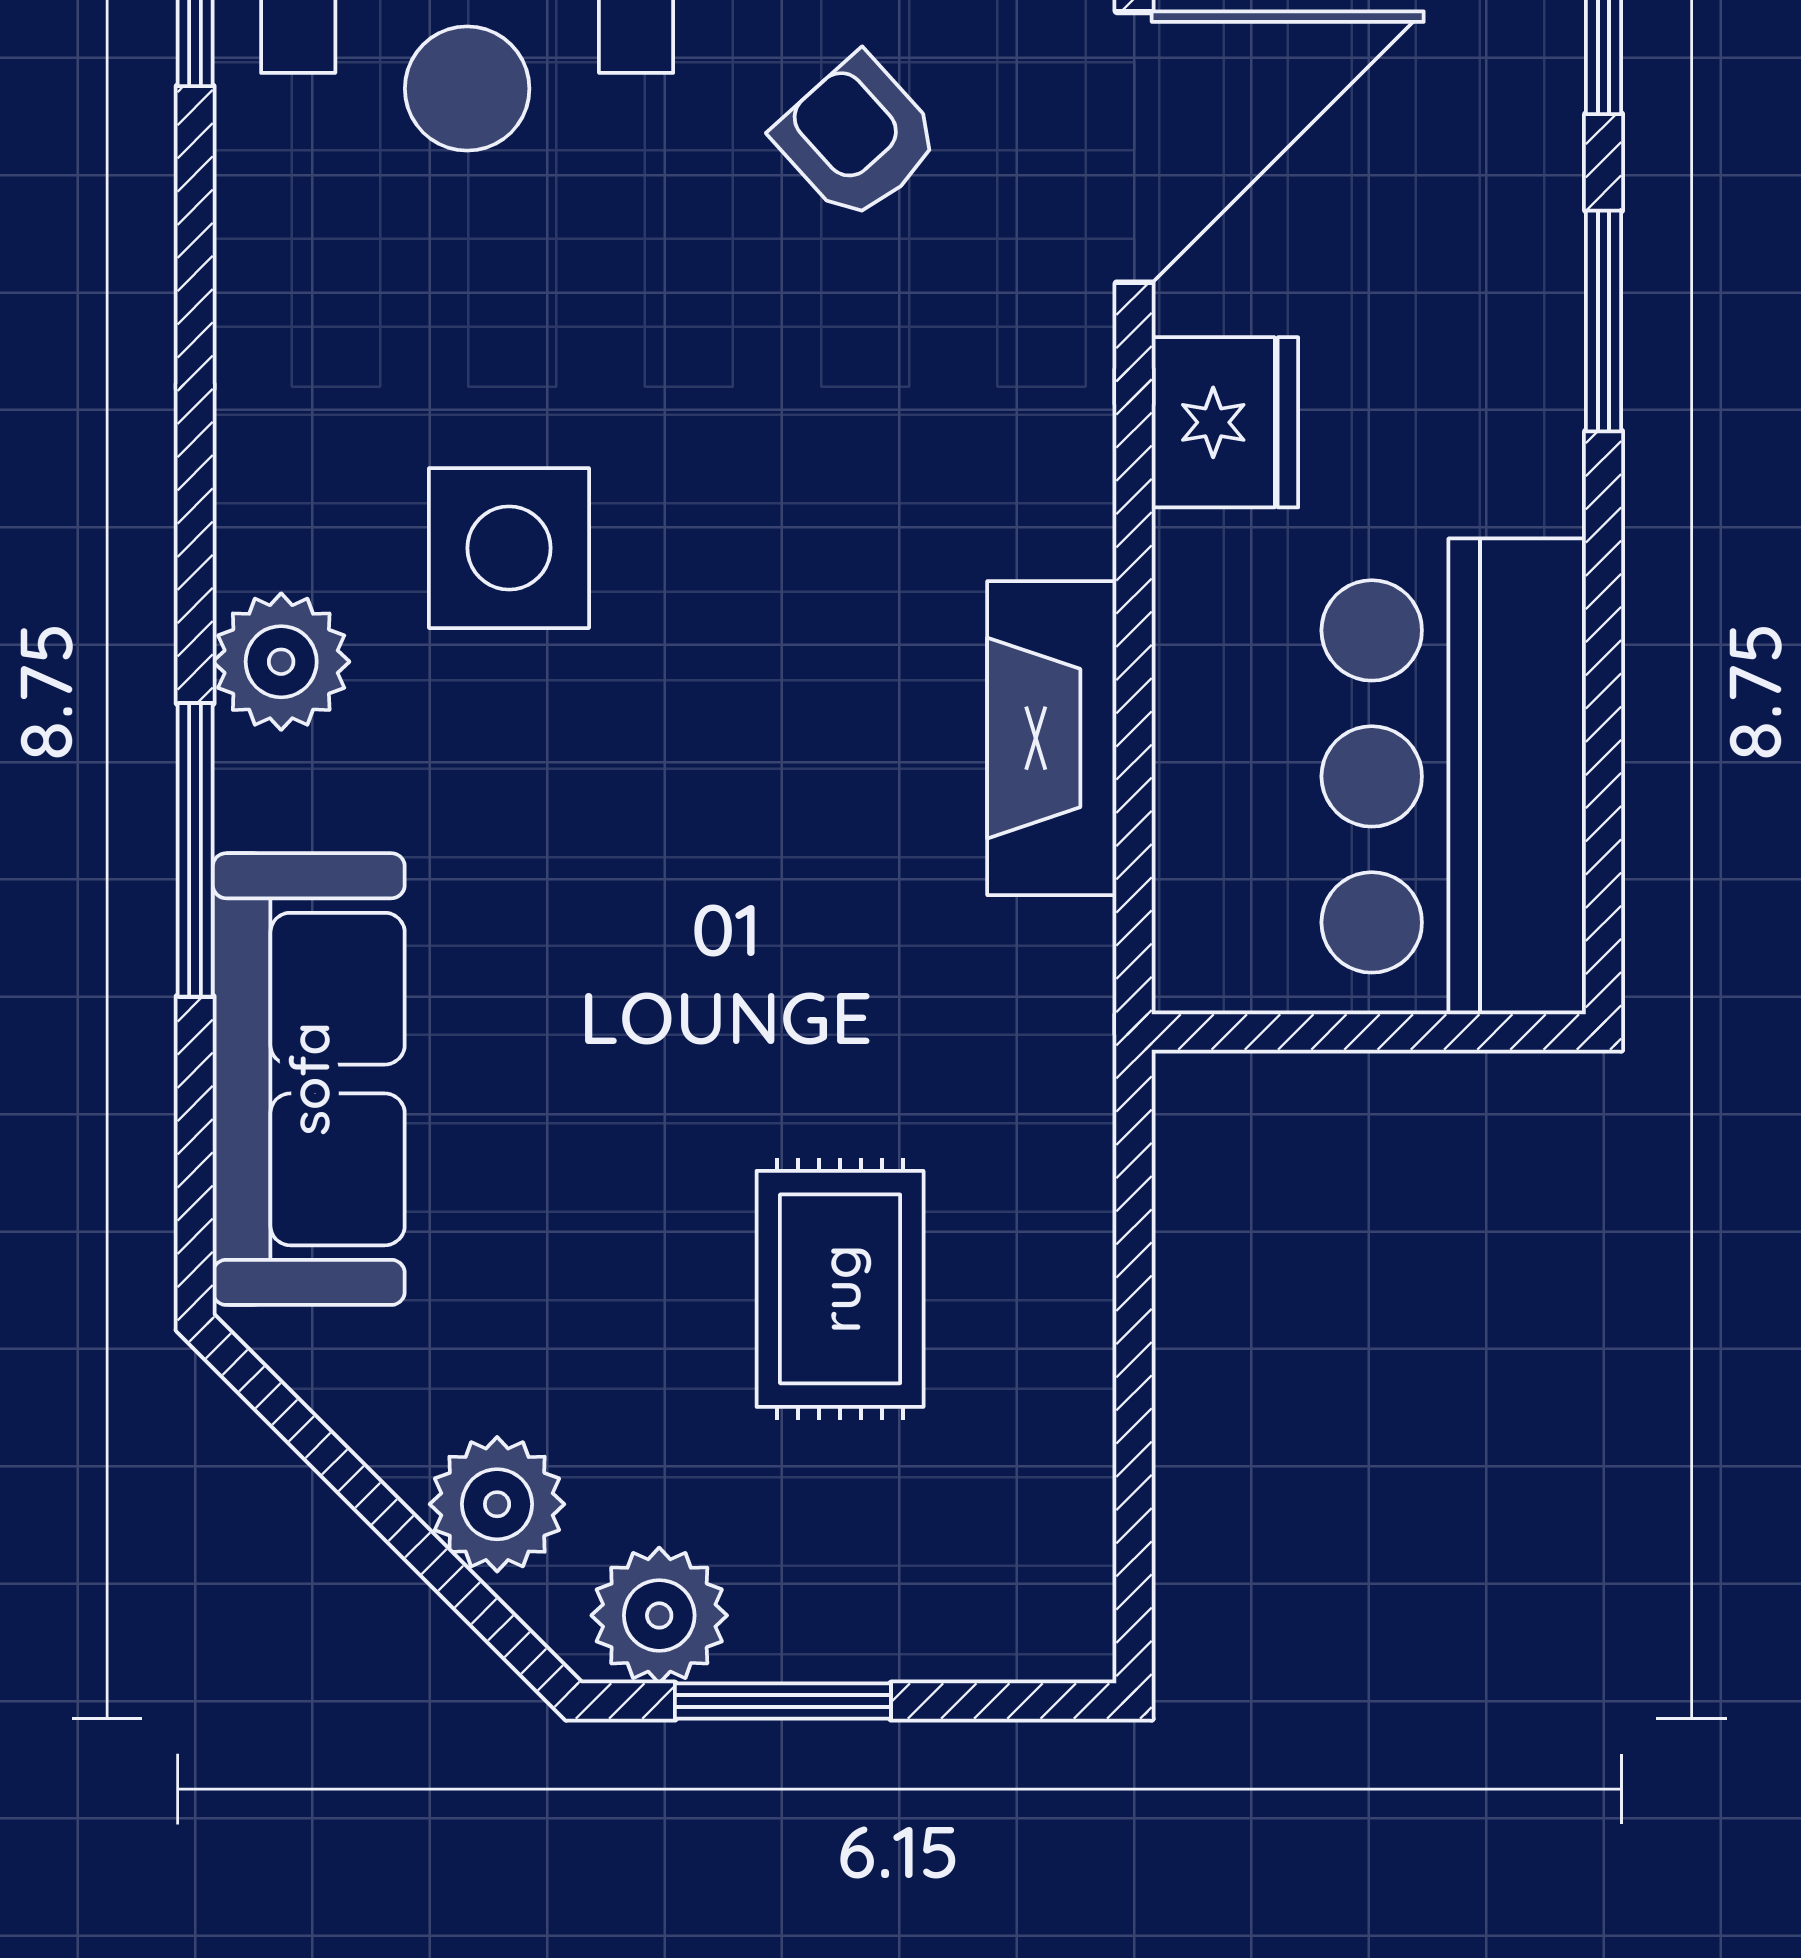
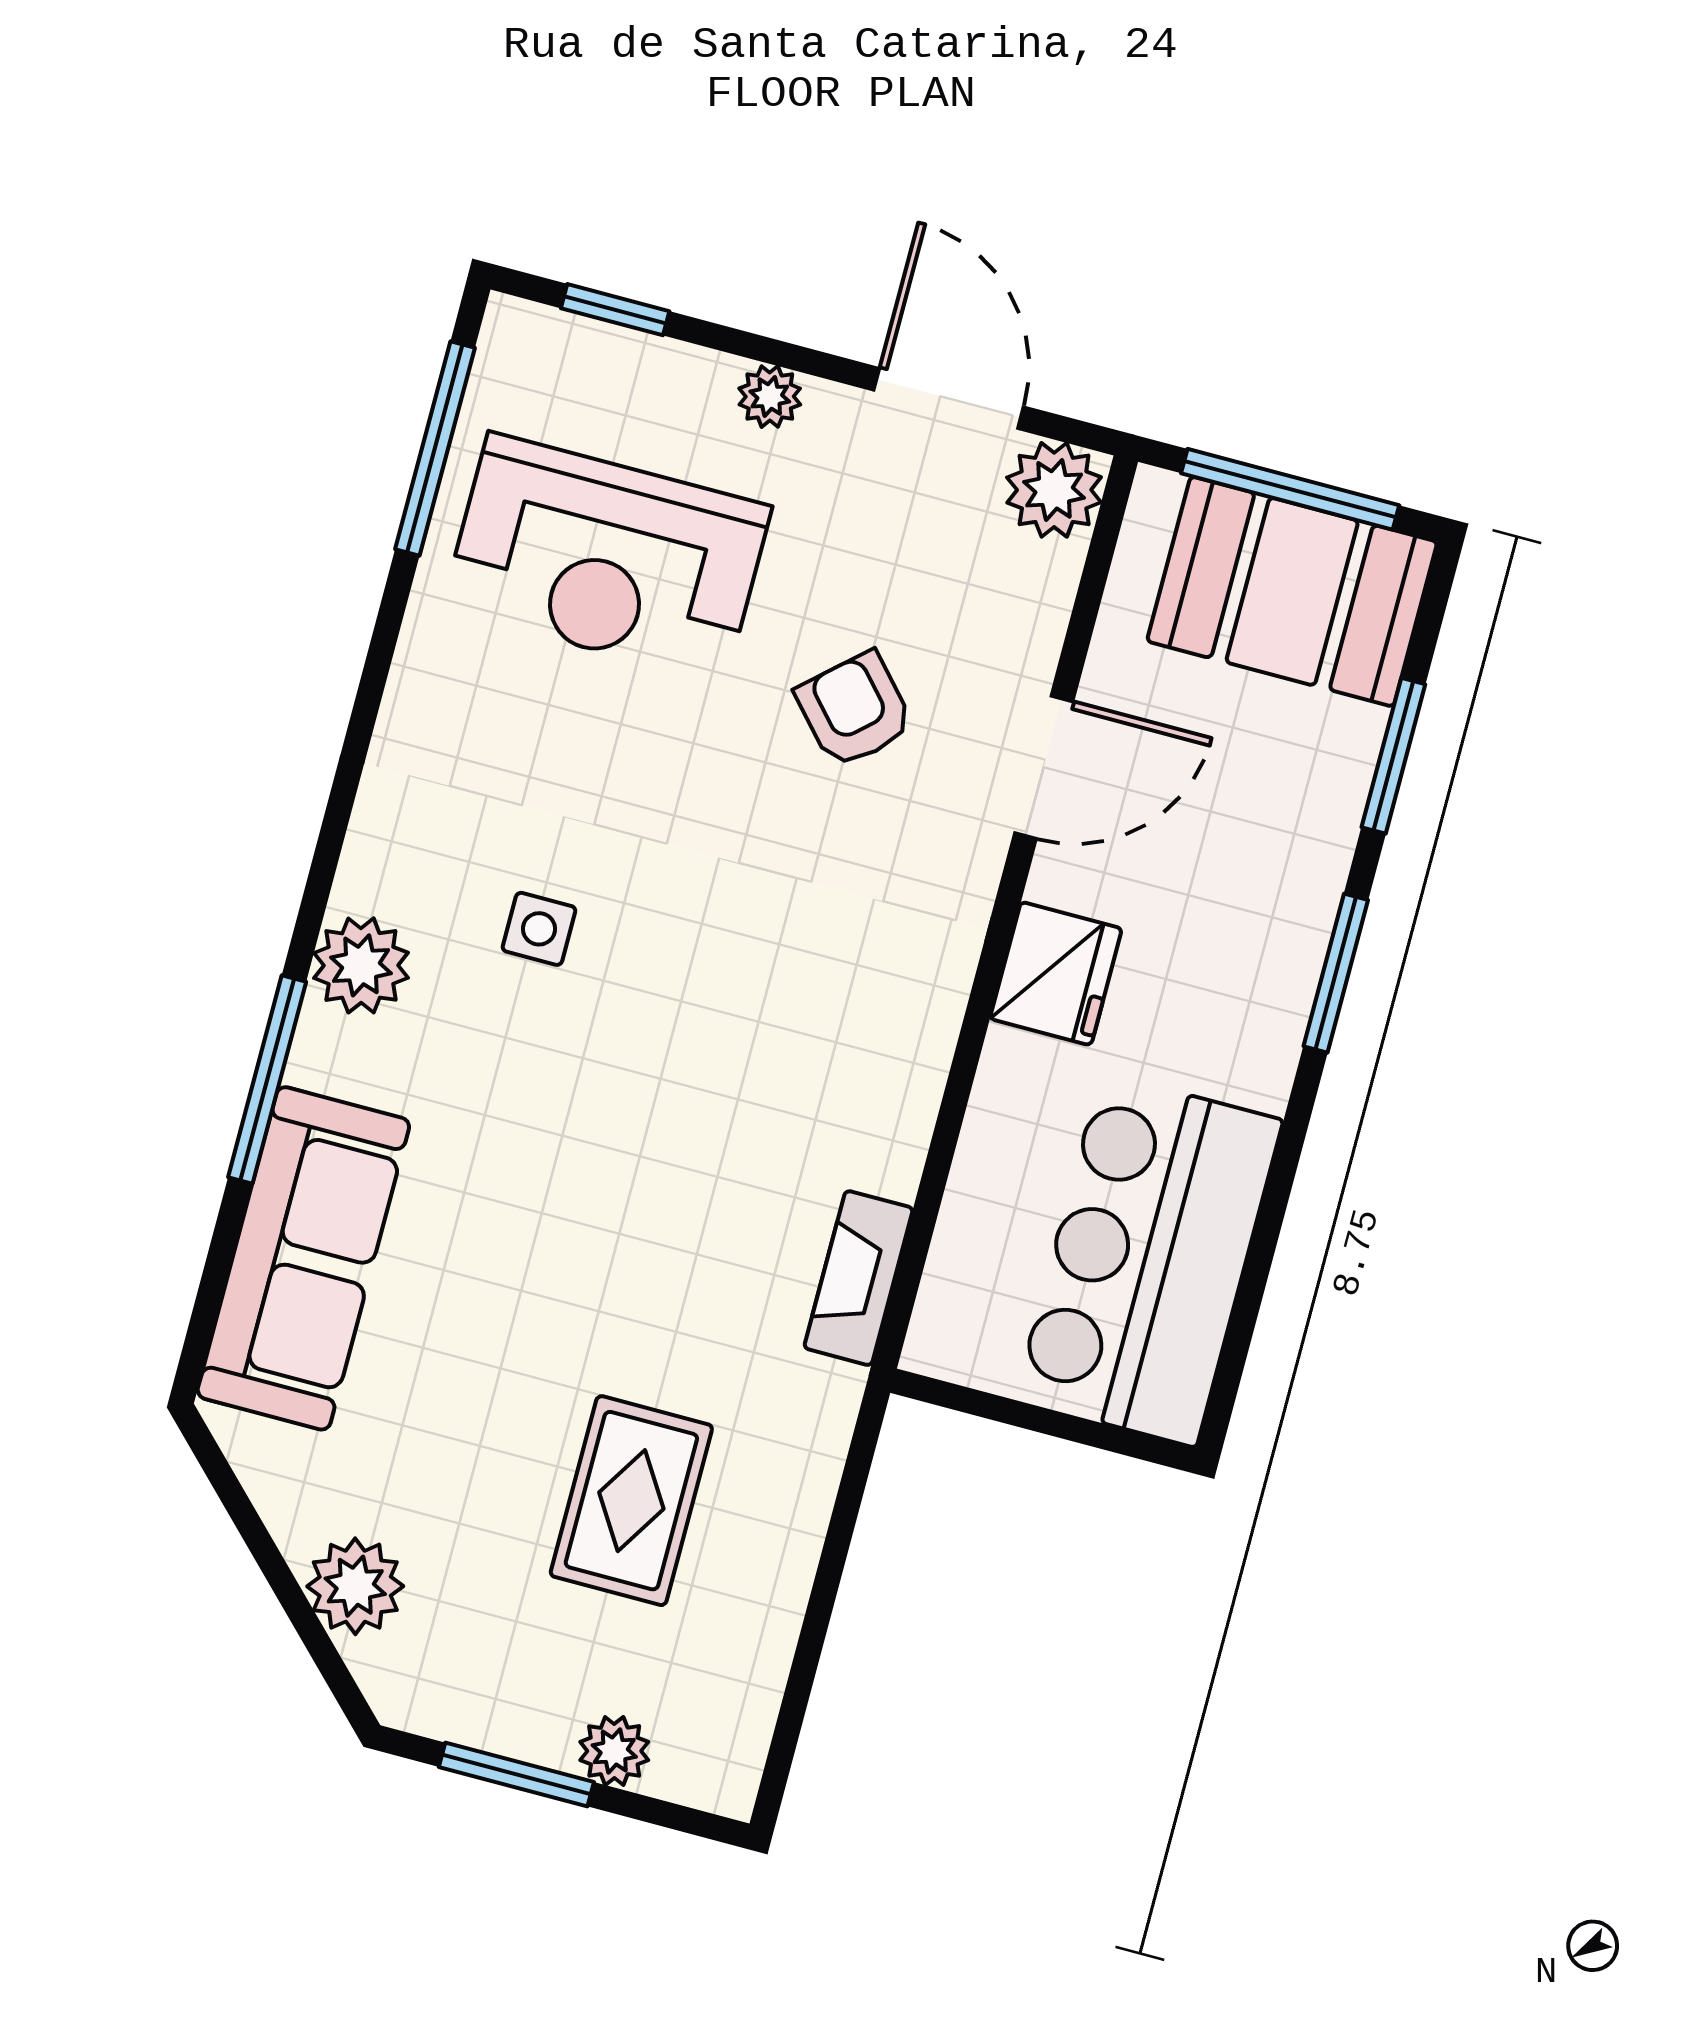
door: (1134, 147) -> (1044, 767), width x0.73
side table: (509, 548) -> (539, 929), width x0.54, depth x0.54
fireplace: (1052, 738) -> (859, 1278), moved, width x0.73, depth x0.76
plant: (659, 1615) -> (614, 1751), moved, width x0.73, depth x0.73

